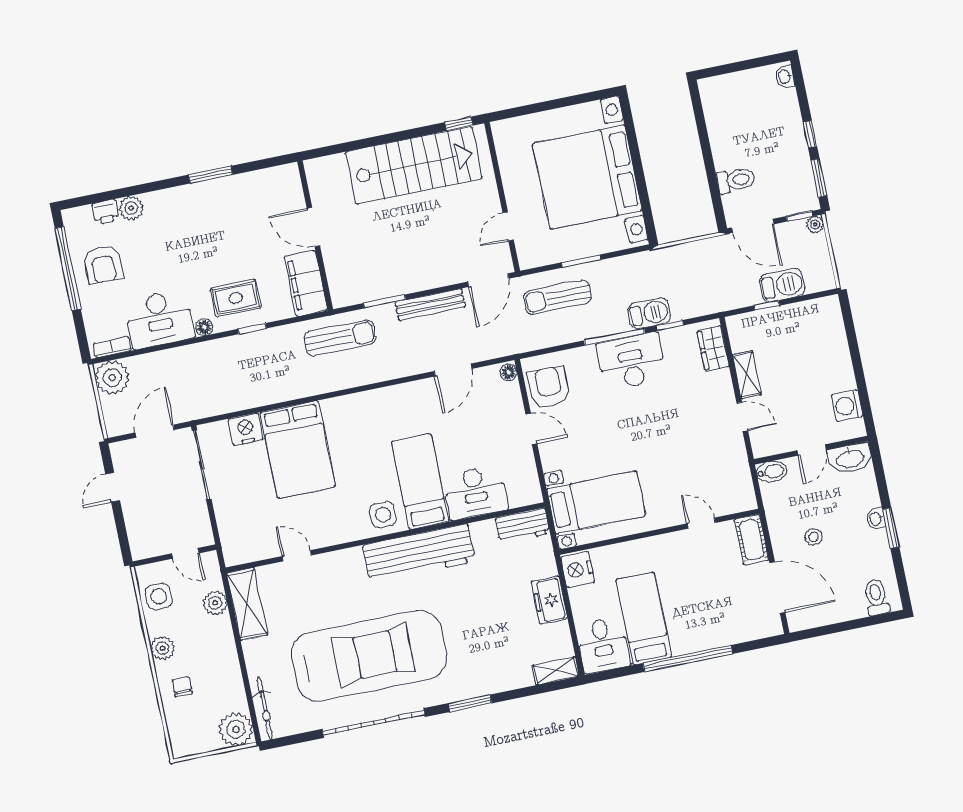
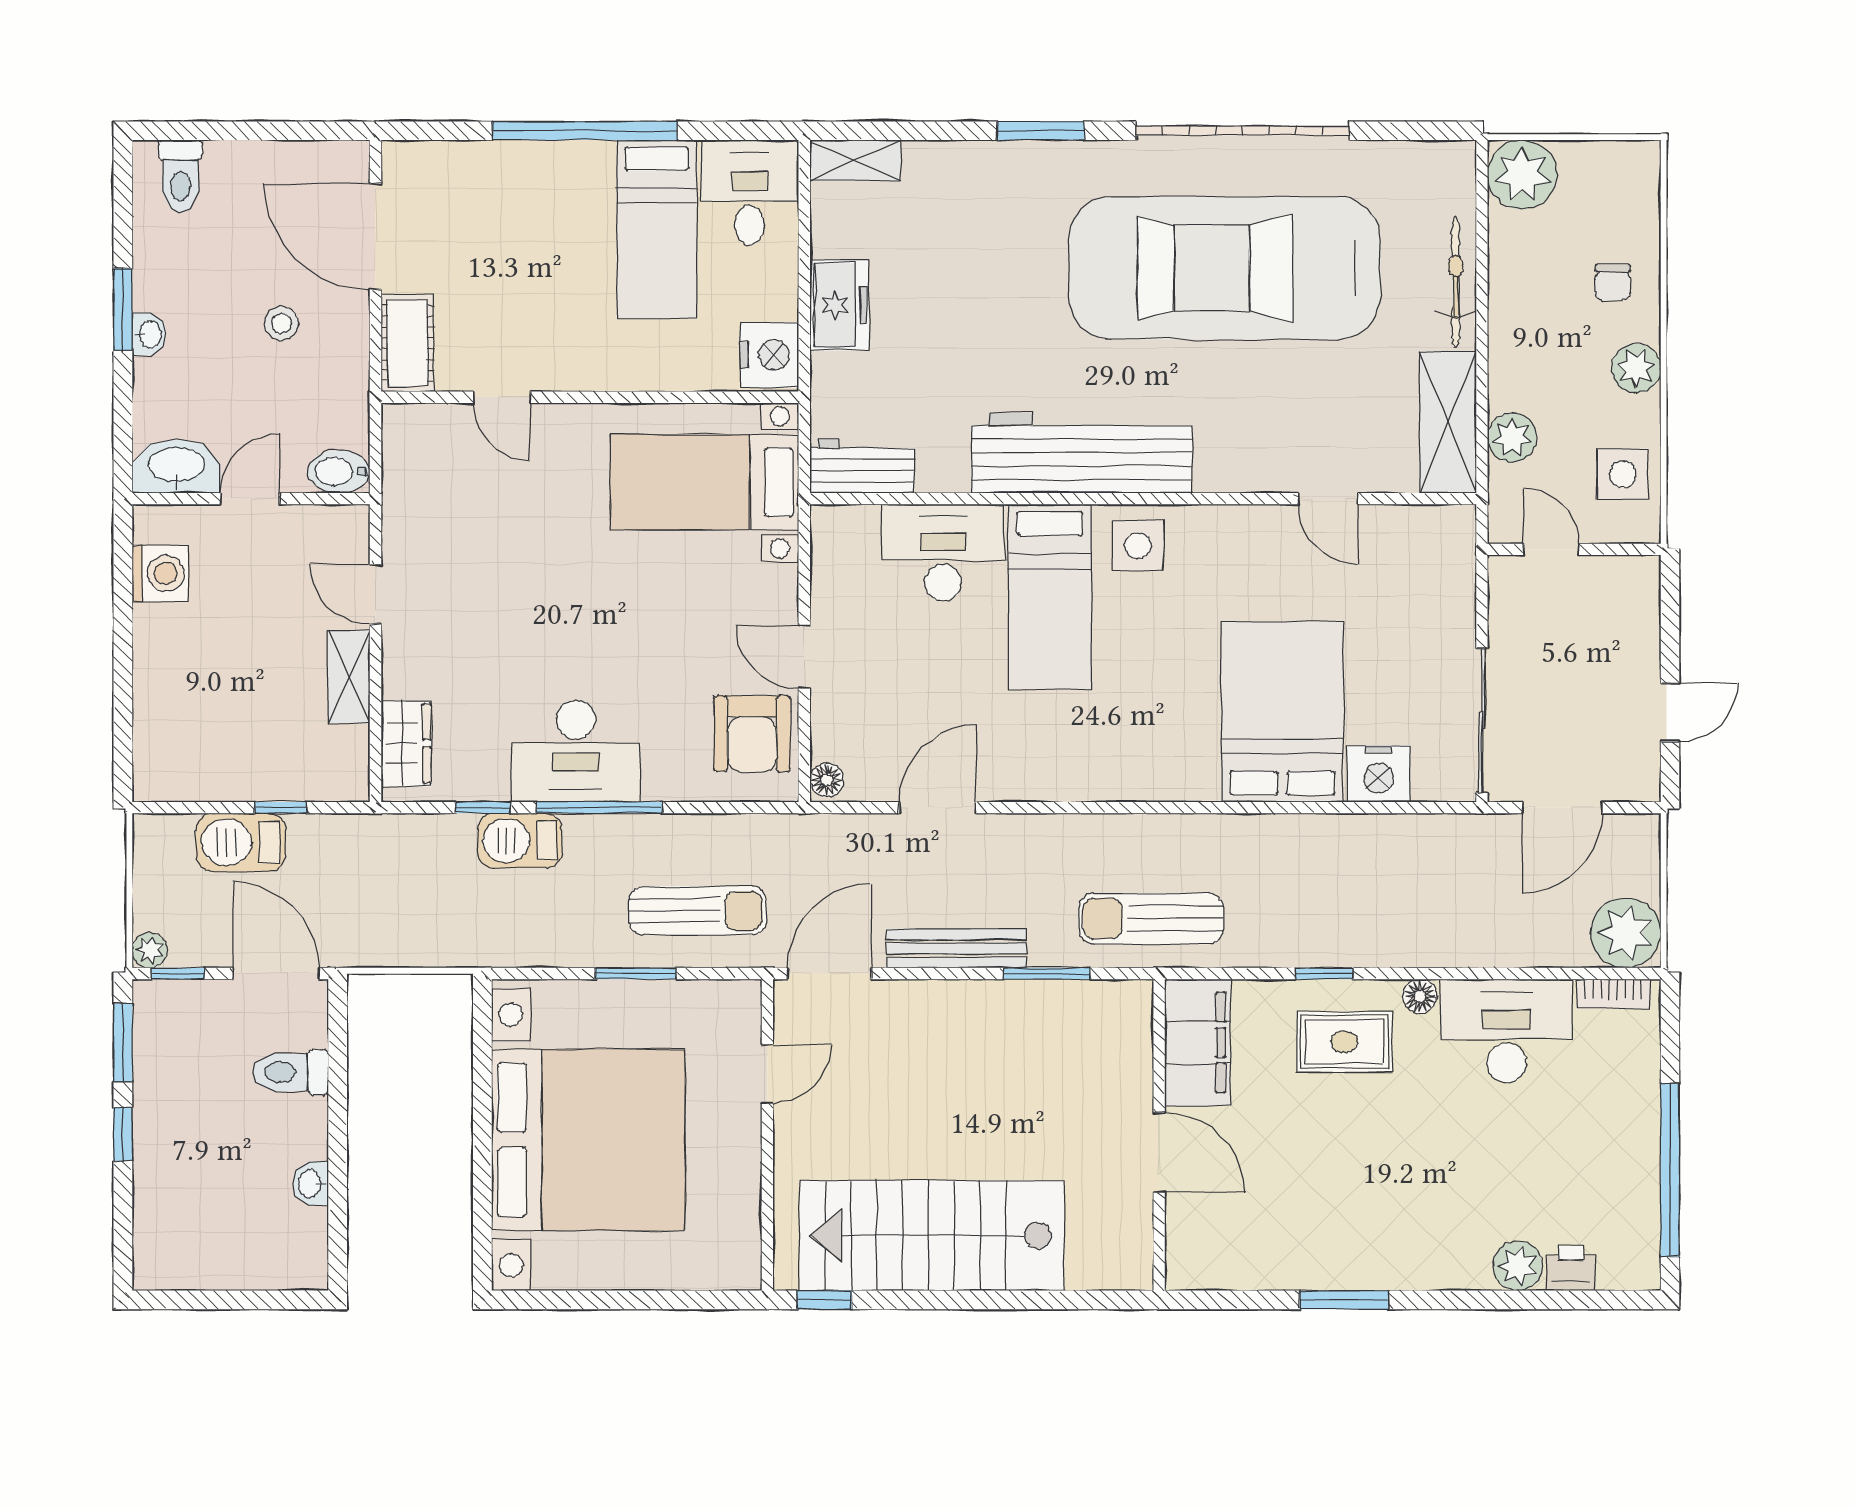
washbasin: (785, 77) -> (311, 1184), moved, turned 180
armchair: (103, 265) -> (1597, 1164), removed
bicycle: (265, 708) -> (1456, 282), moved

